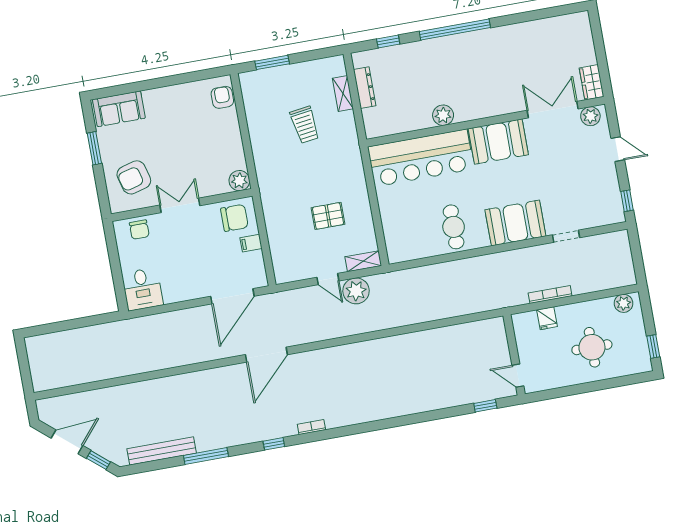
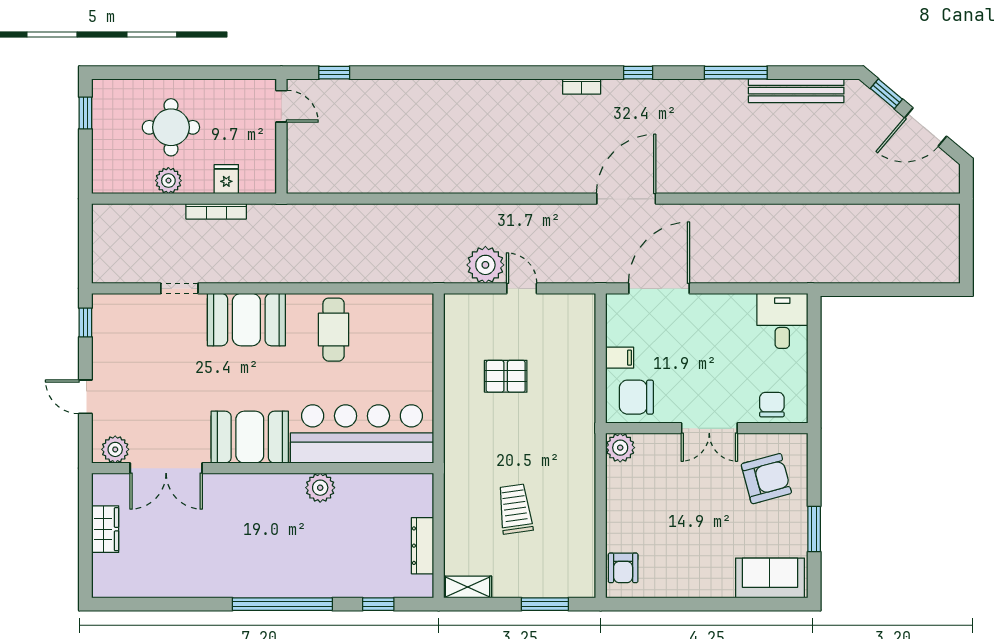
wardrobe: (592, 82) -> (105, 529), moved
shelving: (343, 93) -> (468, 587), moved, turned 90
shelving: (363, 261) -> (468, 304), removed
plant: (624, 303) -> (168, 181), moved

